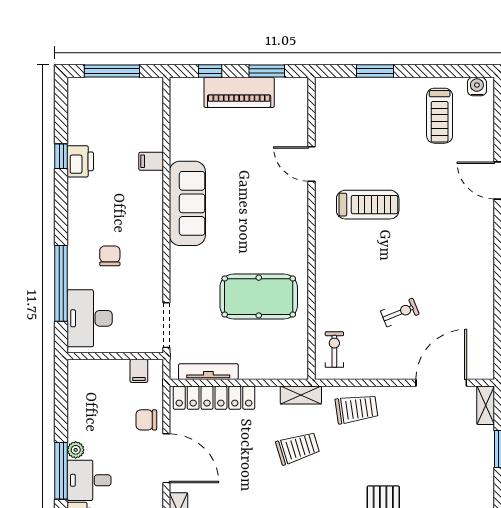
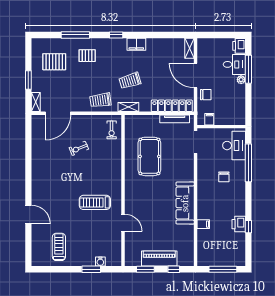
water cooler: (477, 87) -> (100, 262), moved
pool table: (259, 297) -> (149, 156), turned 90
pallet: (449, 486) -> (54, 62), added

